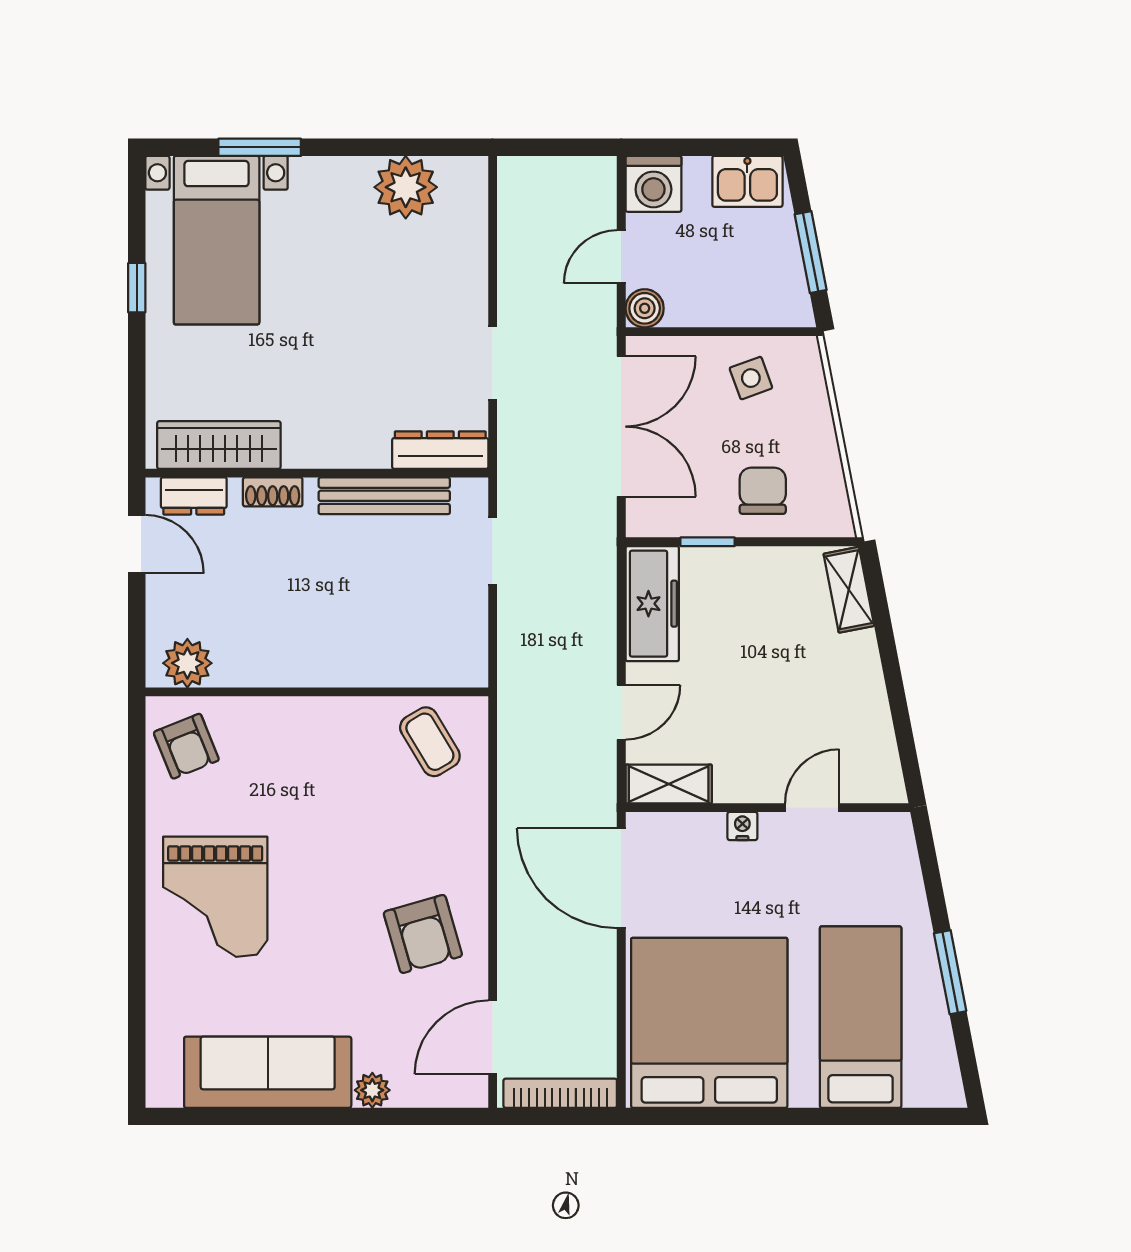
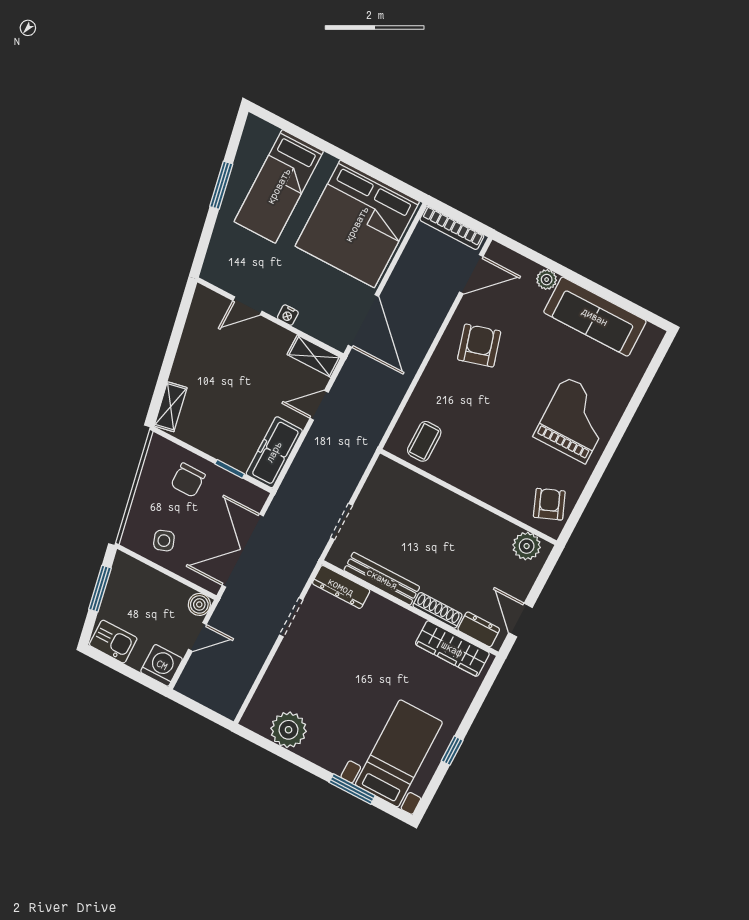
shoe rack: (273, 492) -> (437, 610), width x1.43
coffee table: (430, 742) -> (424, 441), turned 31

